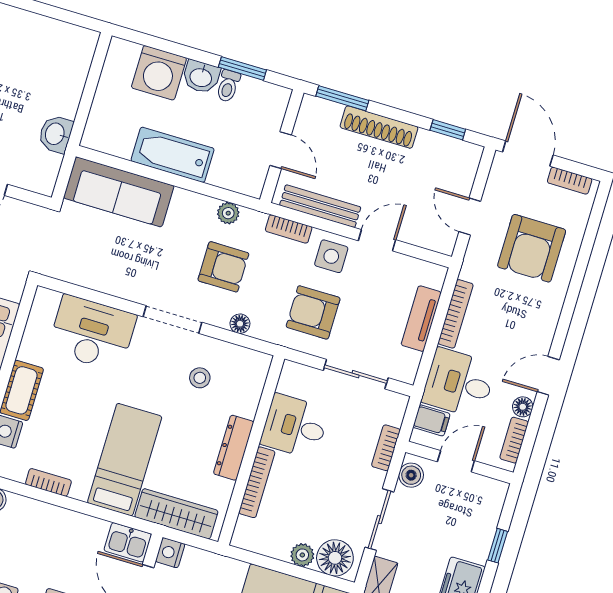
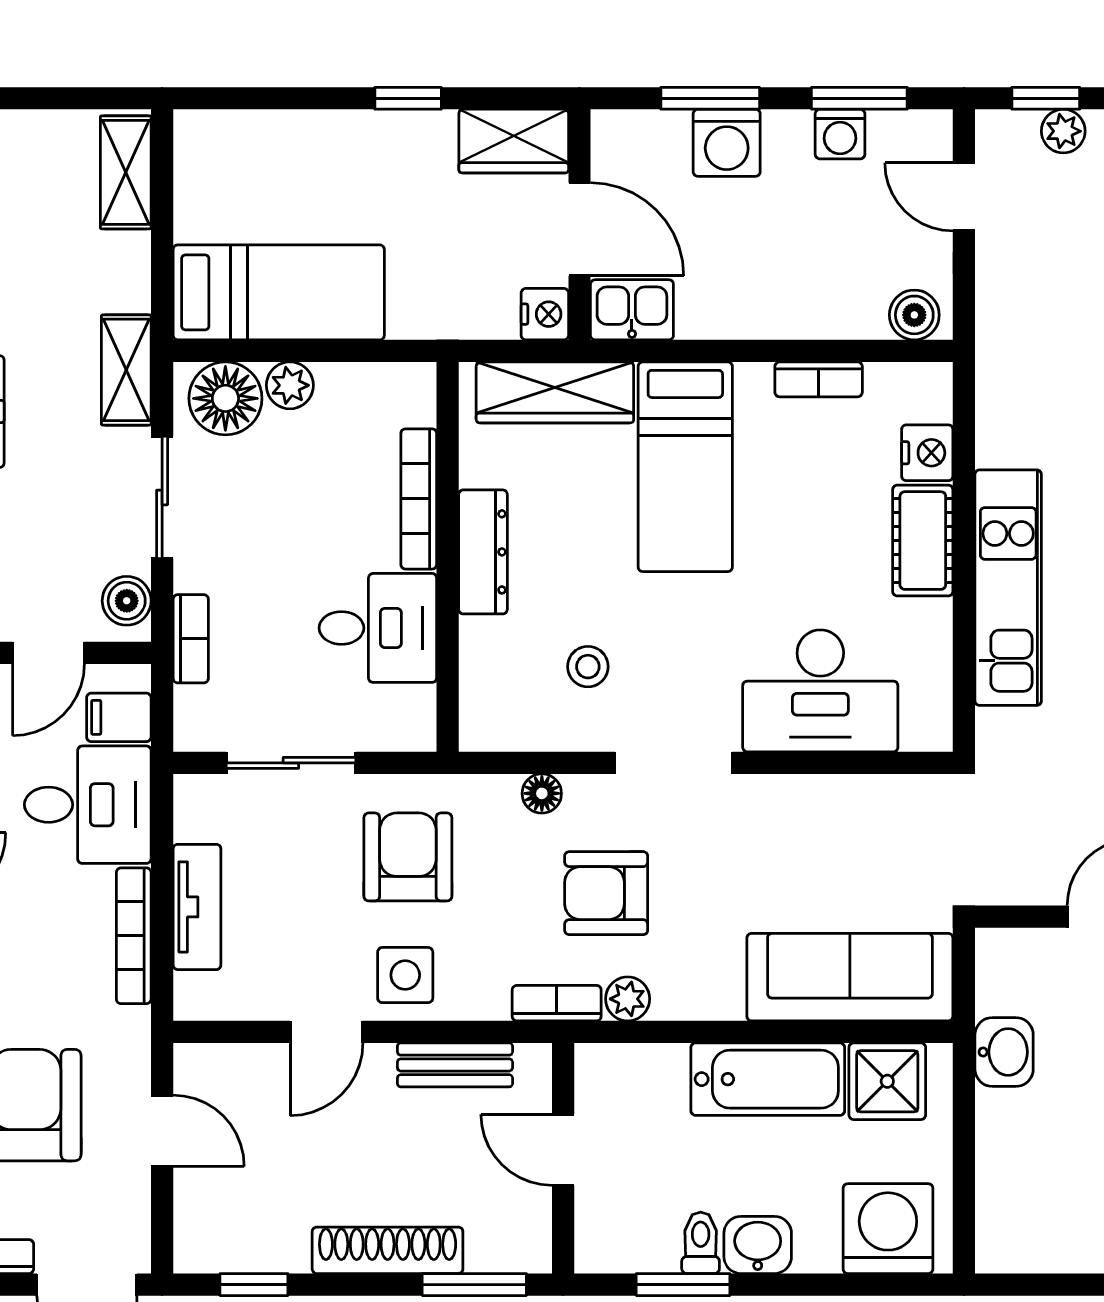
washing machine: (159, 73) -> (888, 1229), moved
shower: (116, 137) -> (887, 1081), added
bench: (320, 206) -> (455, 1065), width x0.73
bookcase: (289, 229) -> (557, 1003), moved
armchair: (313, 312) -> (408, 857), turned -90

